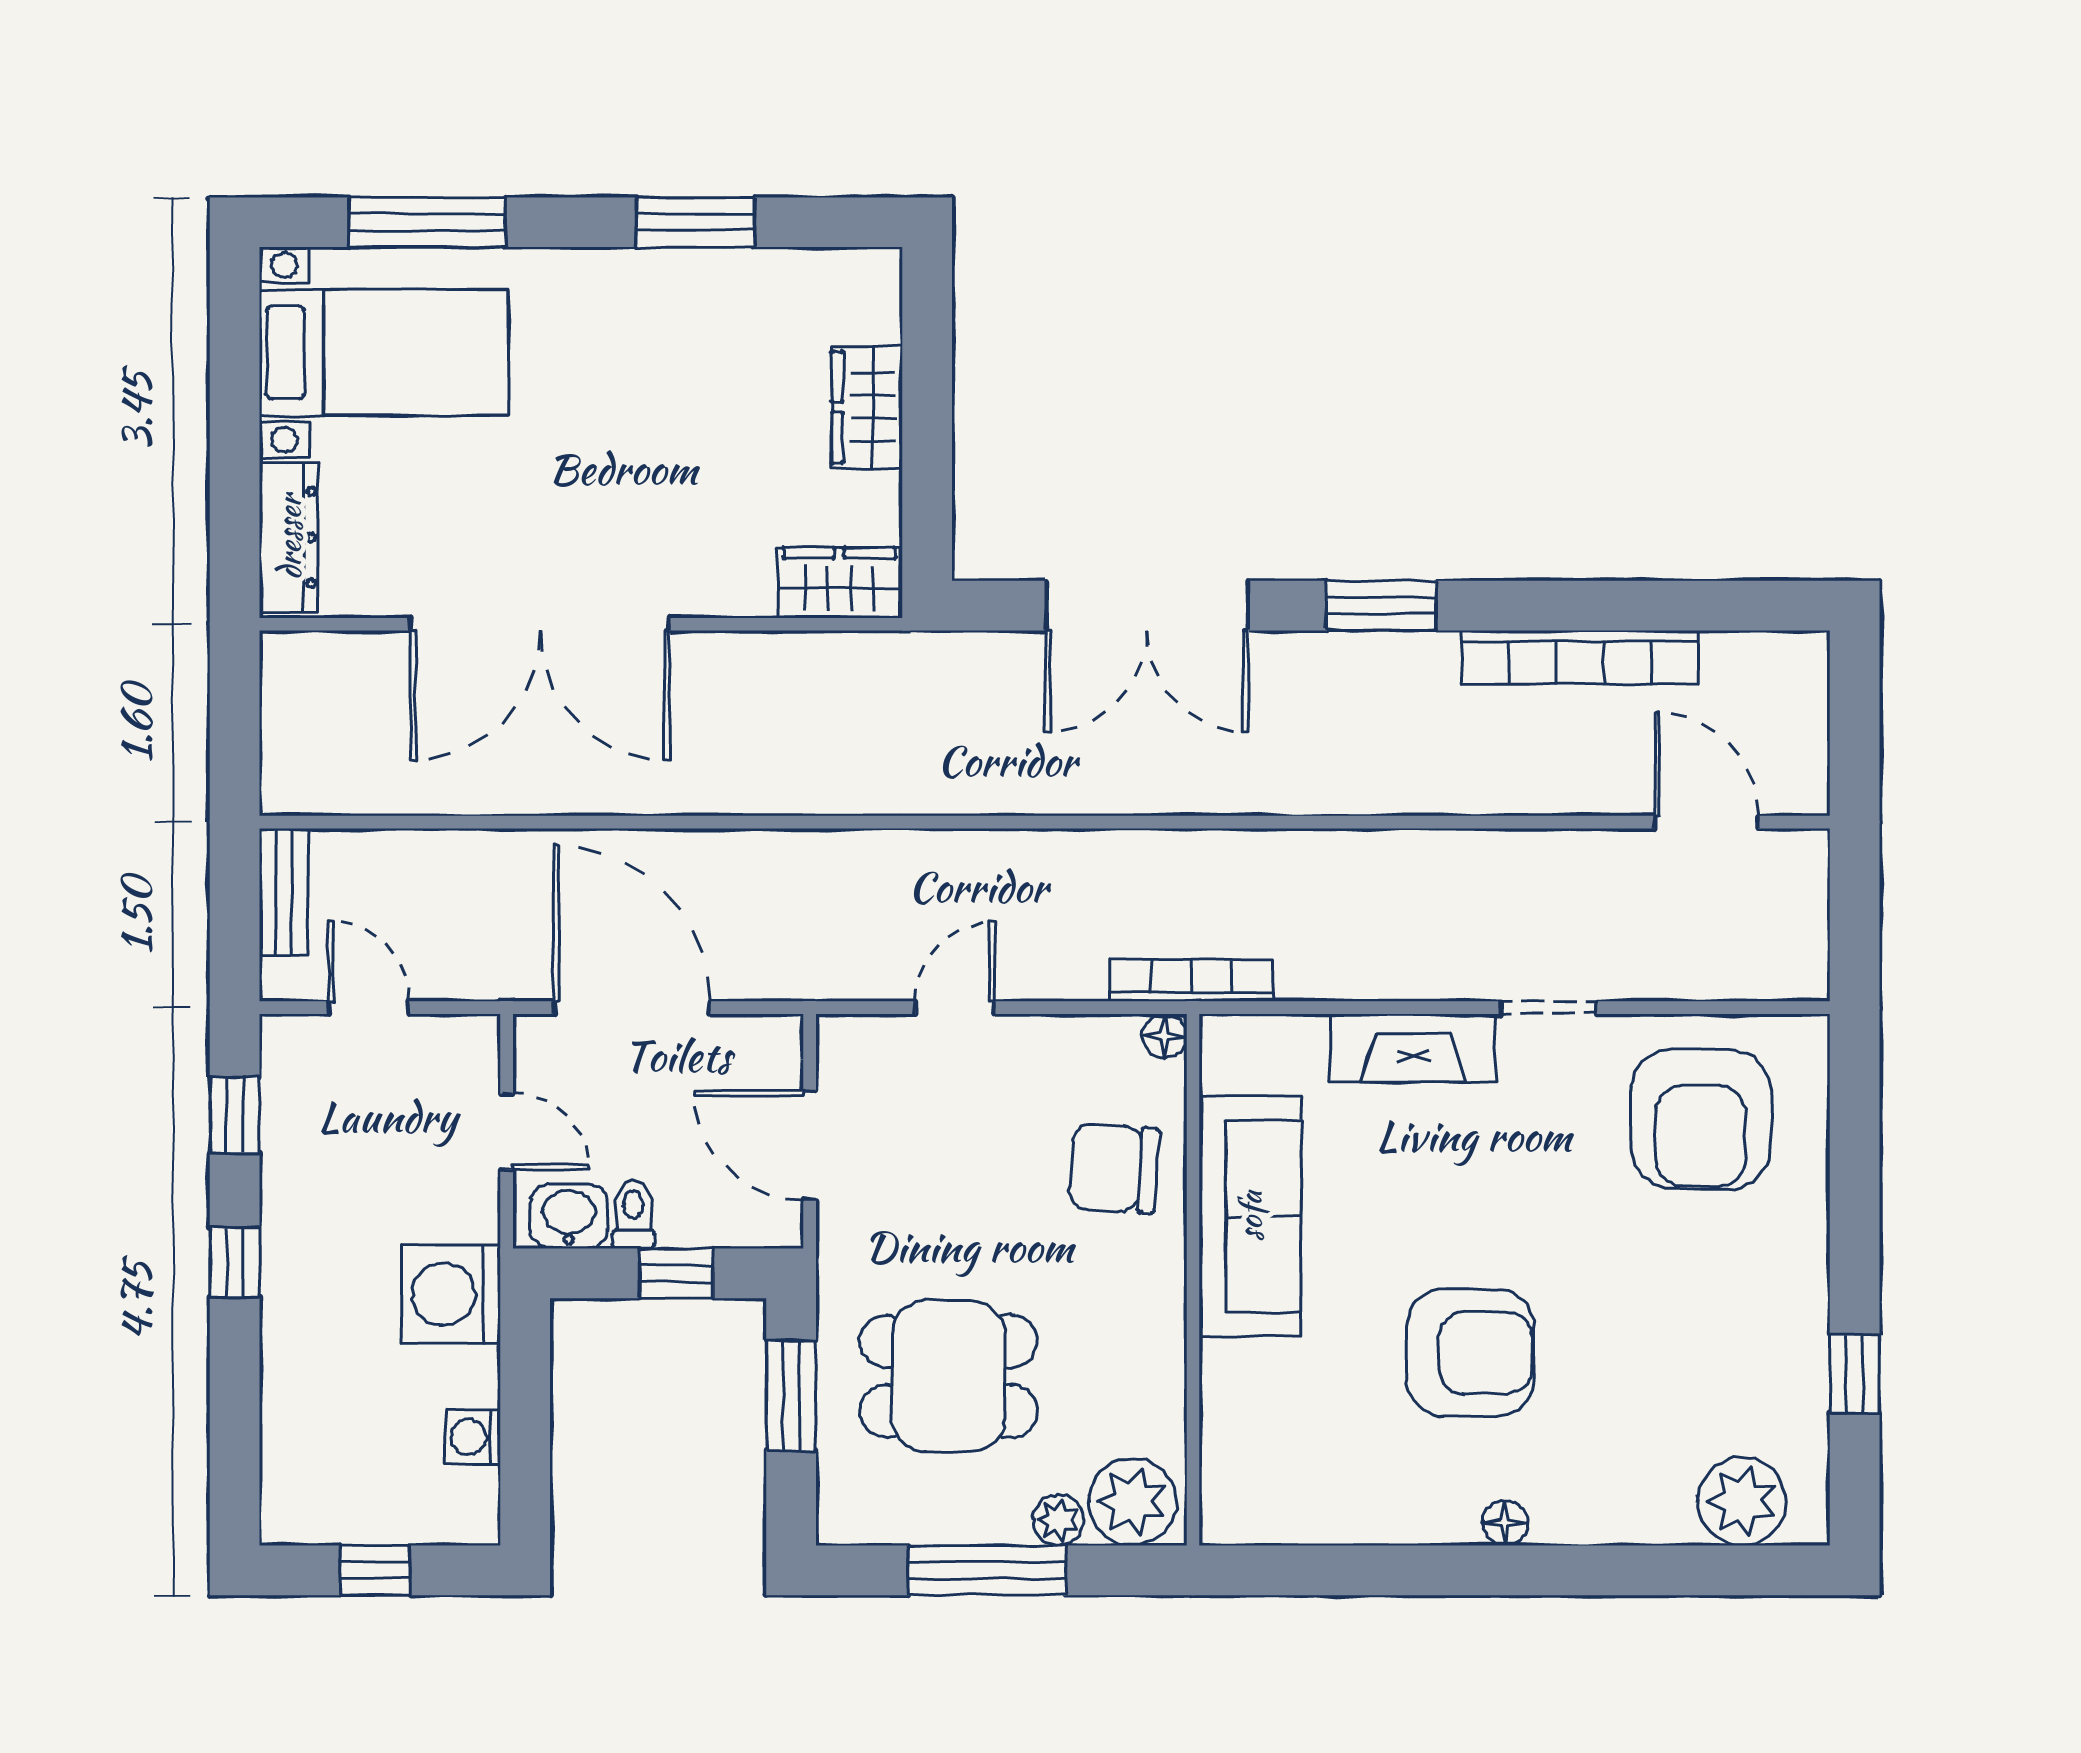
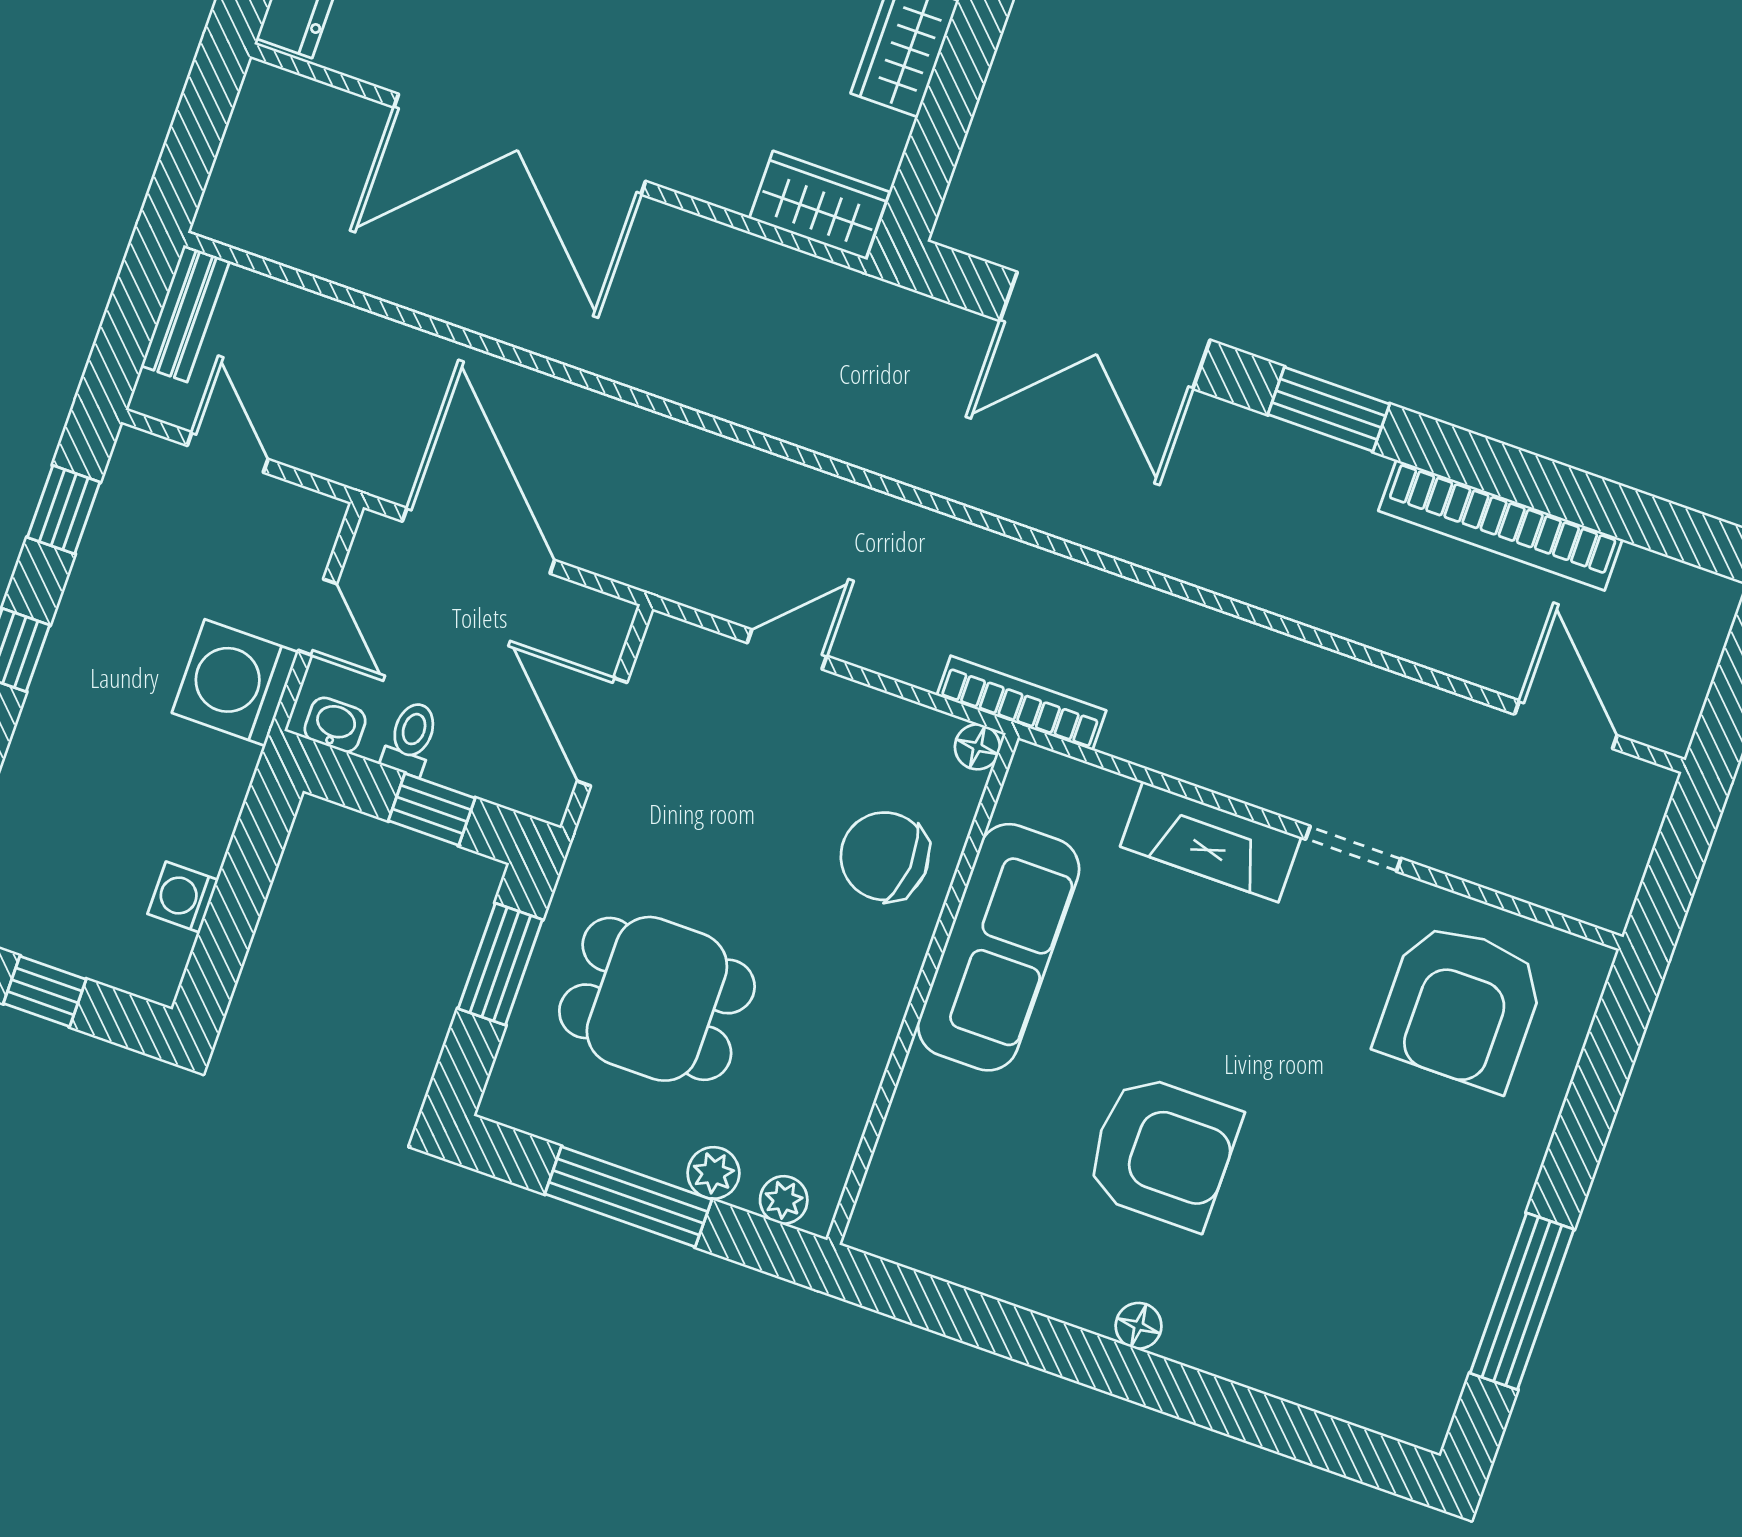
washbasin: (569, 1216) -> (335, 725), width x0.72, depth x0.69
washing machine: (451, 1294) -> (235, 683), moved
window: (1855, 1374) -> (1522, 1301), width x2.17
plant: (1742, 1501) -> (1372, 1385), removed
plant: (1133, 1502) -> (784, 1200), width x0.53, depth x0.53

